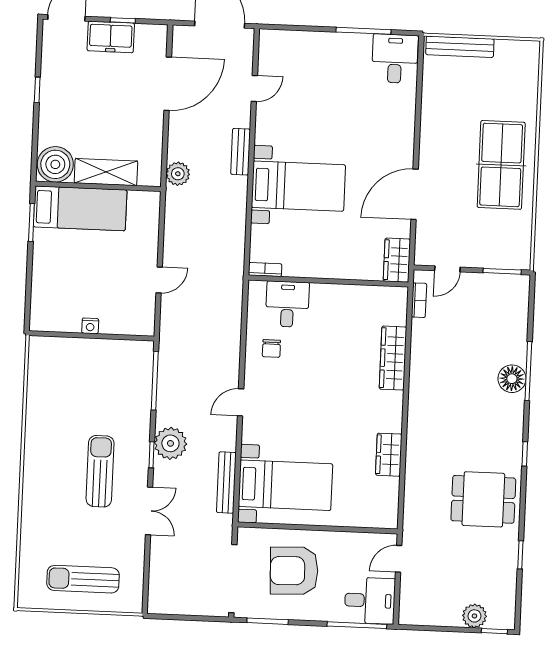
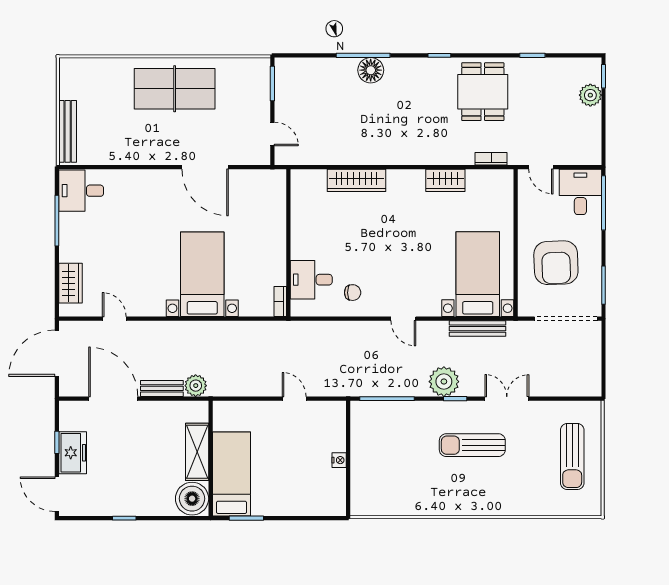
bench: (240, 152) -> (162, 388), moved
wardrobe: (397, 260) -> (71, 283), moved, turned -90
bookcase: (419, 300) -> (491, 159), moved

